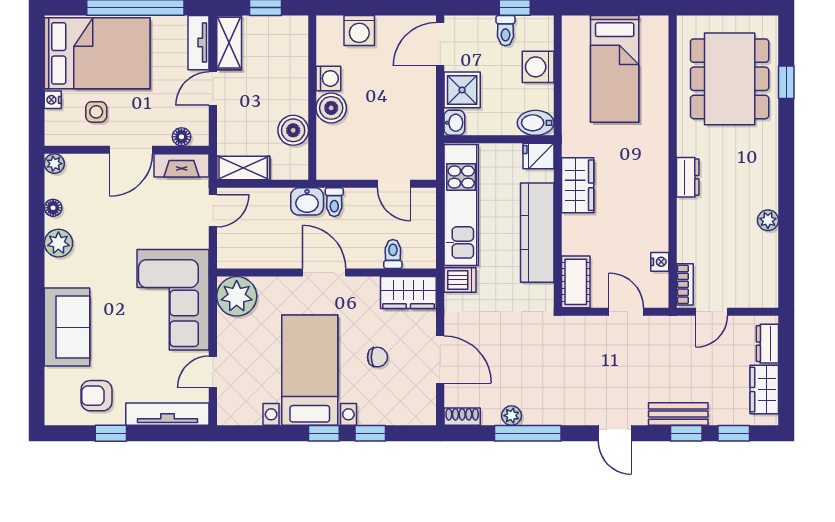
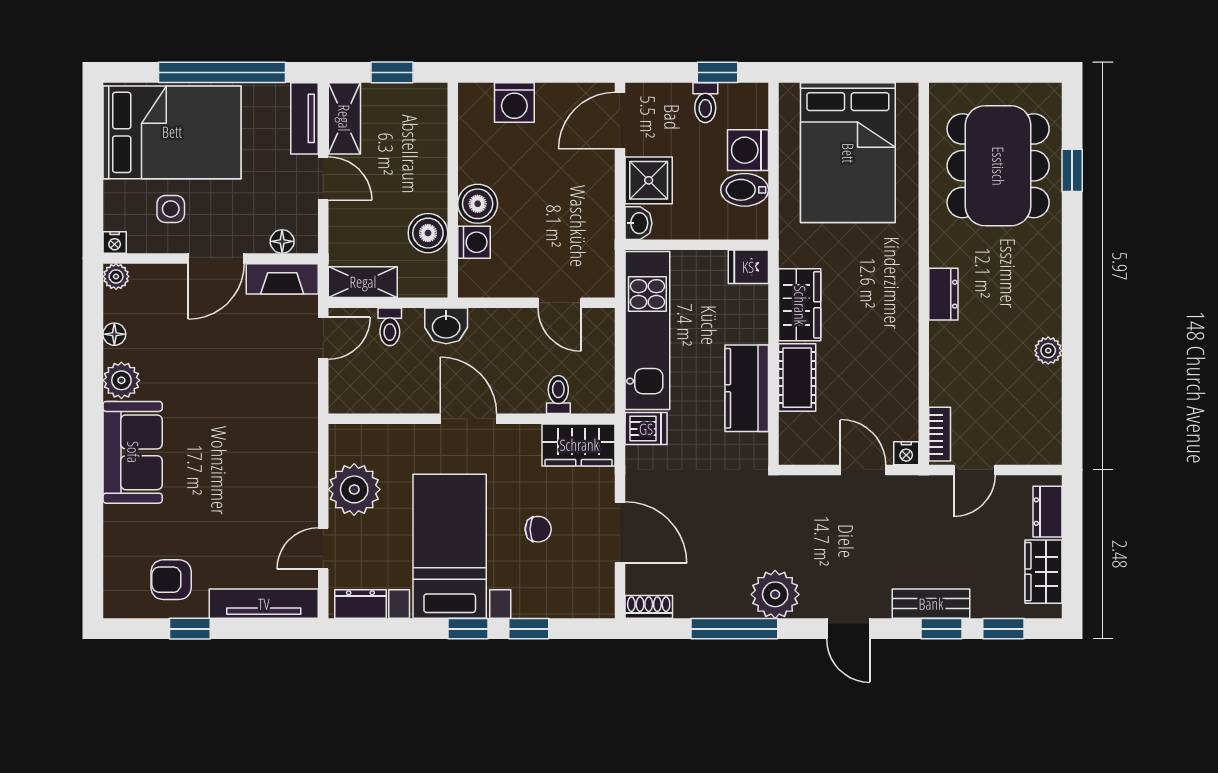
bed: (615, 69) -> (848, 153), width x1.50
washing machine: (328, 78) -> (474, 242), moved
door: (213, 89) -> (323, 178), swing flipped
nightstand: (53, 100) -> (115, 242), moved, turned -90
bidet: (536, 123) -> (745, 190), moved
toilet: (334, 202) -> (390, 327), moved
kitchen counter: (537, 233) -> (747, 388), width x0.67
nightstand: (660, 262) -> (906, 453), moved, turned 90
cot: (576, 282) -> (797, 378), moved
plant: (237, 296) -> (354, 489), moved
corner sofa: (173, 300) -> (271, 454), removed
sofa: (67, 327) -> (133, 452), moved
dresser: (241, 414) -> (360, 604), added
plant: (512, 416) -> (775, 594), moved, width x1.88, depth x1.88

